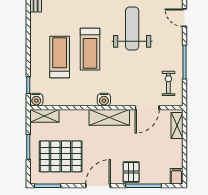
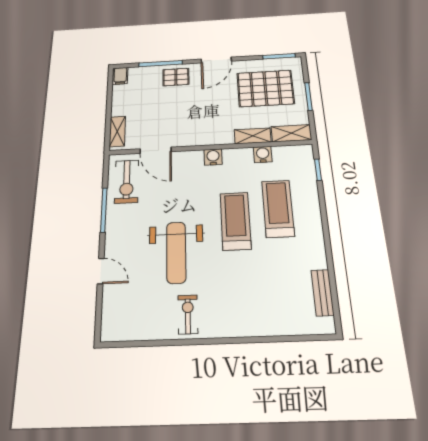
treadmill: (60, 57) -> (278, 208), turned 180
exercise bike: (168, 83) -> (127, 181), width x1.38, depth x1.39
water cooler: (36, 100) -> (263, 154), moved
door: (147, 108) -> (156, 150), swing flipped
shelving: (109, 117) -> (253, 136), moved, width x0.67, depth x0.75
pallet: (131, 172) -> (176, 77), turned 90

